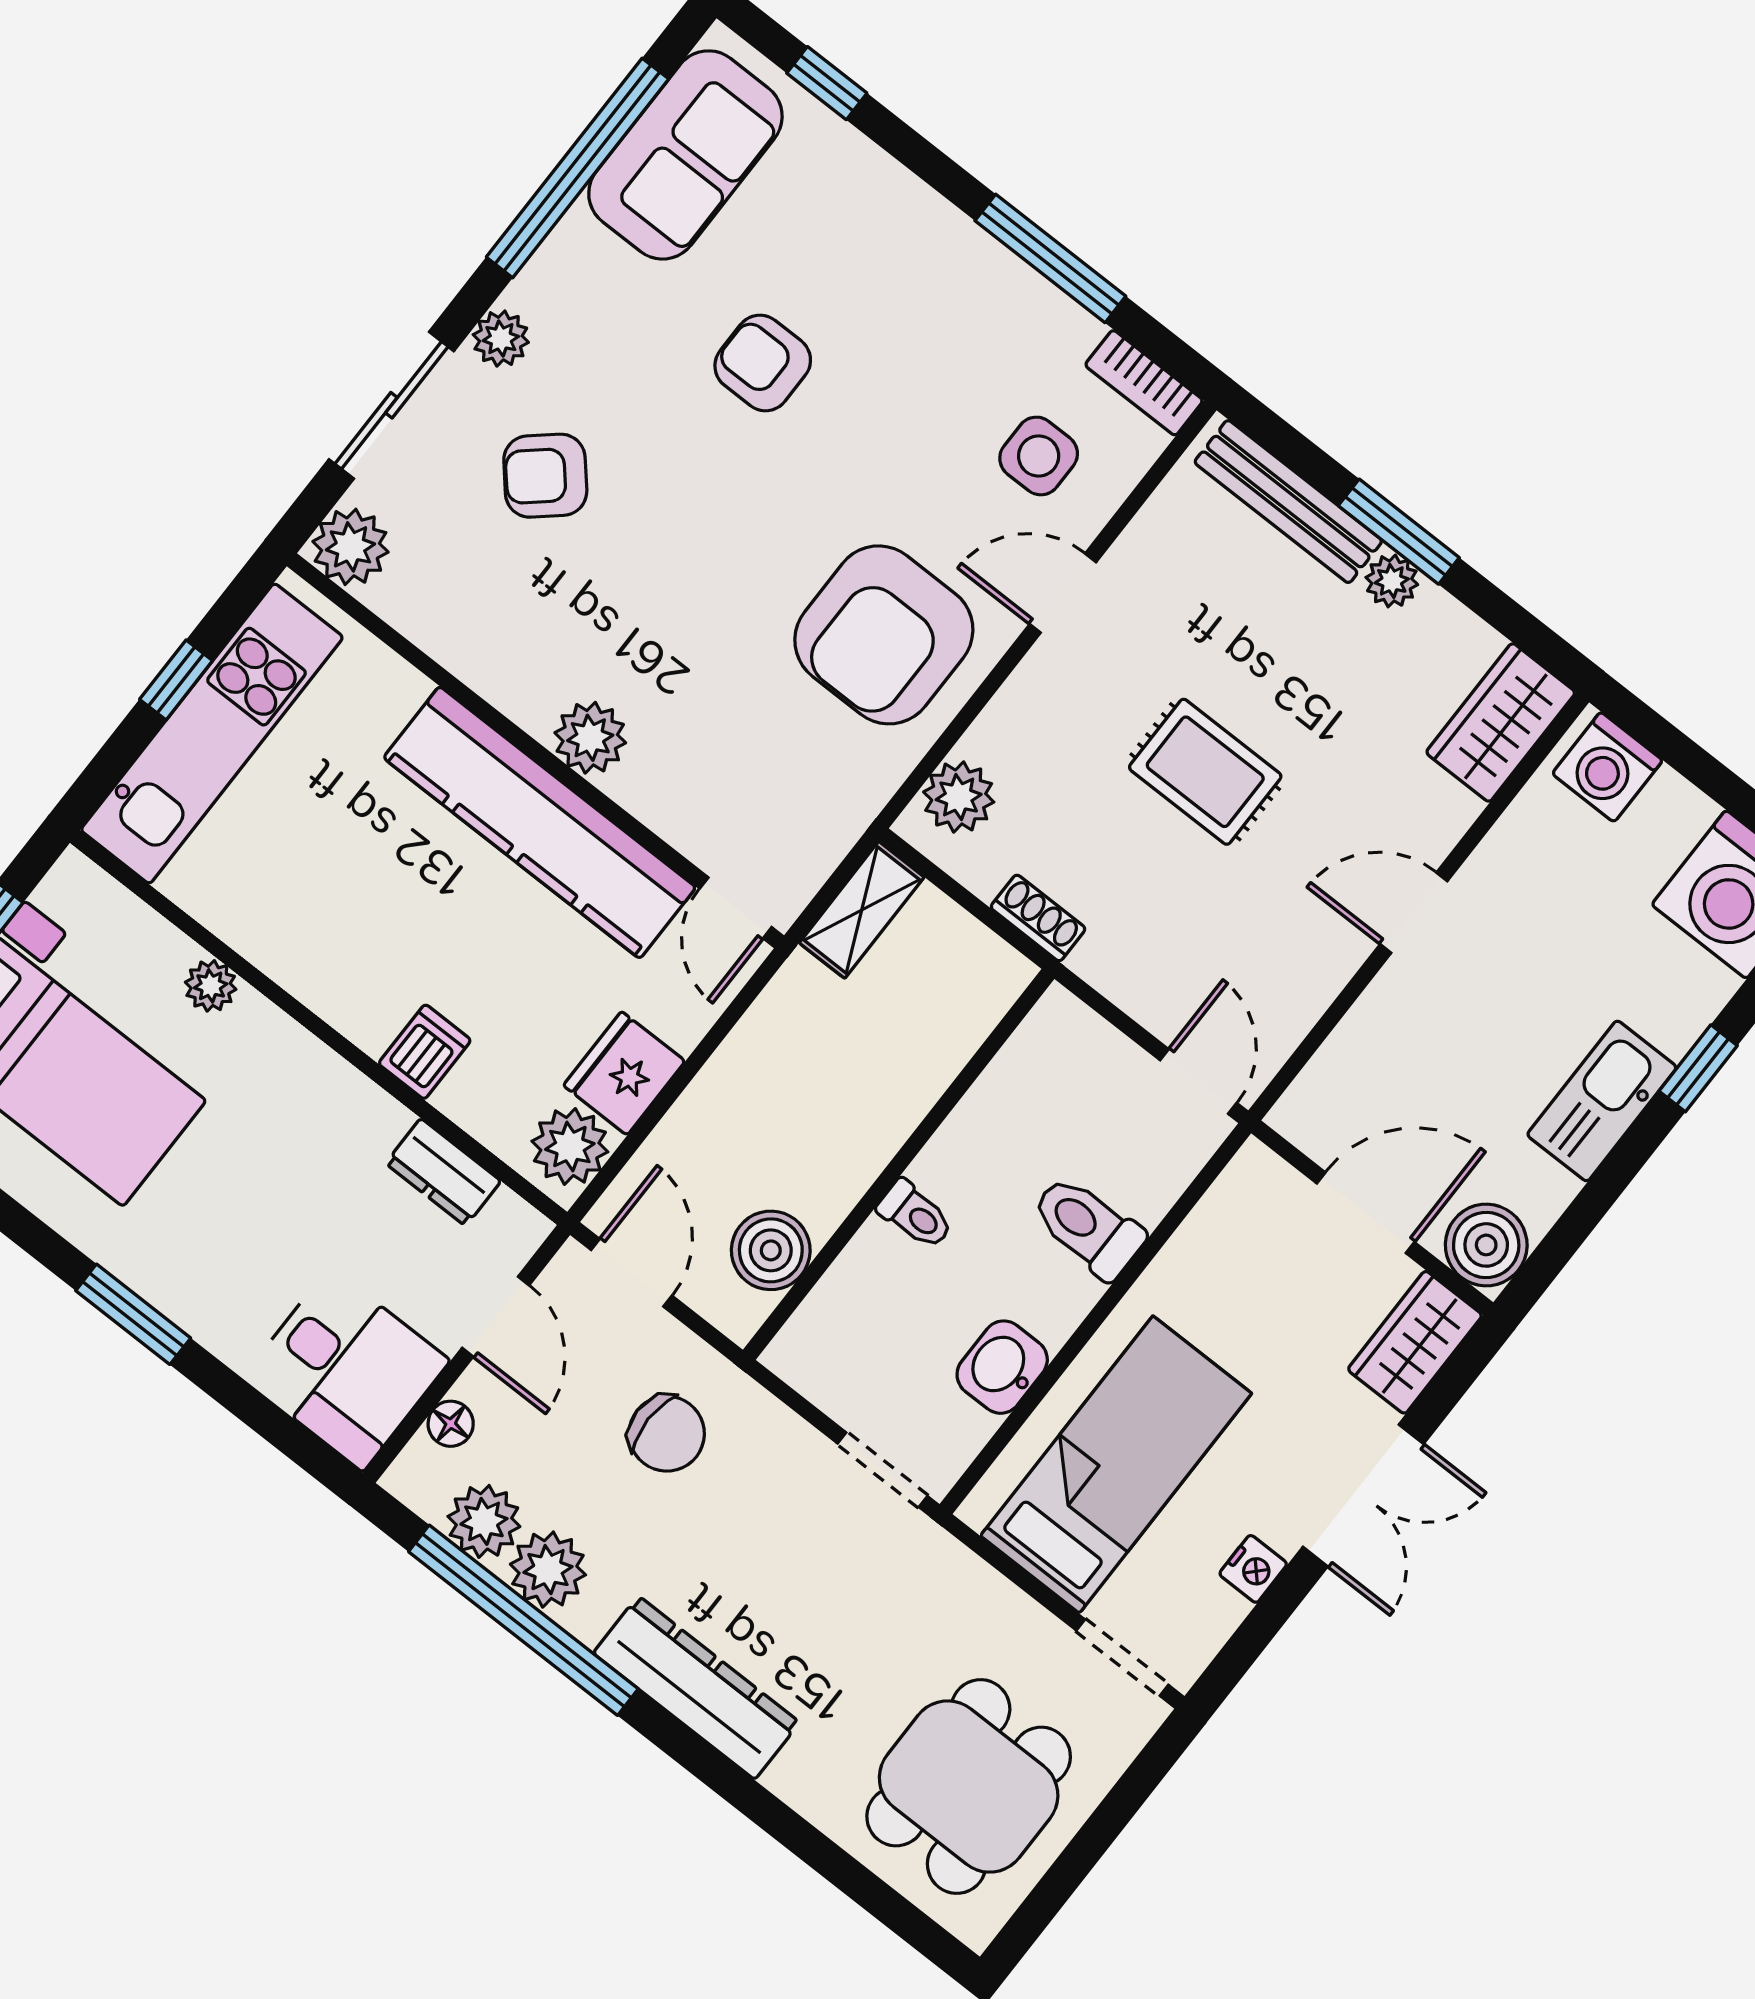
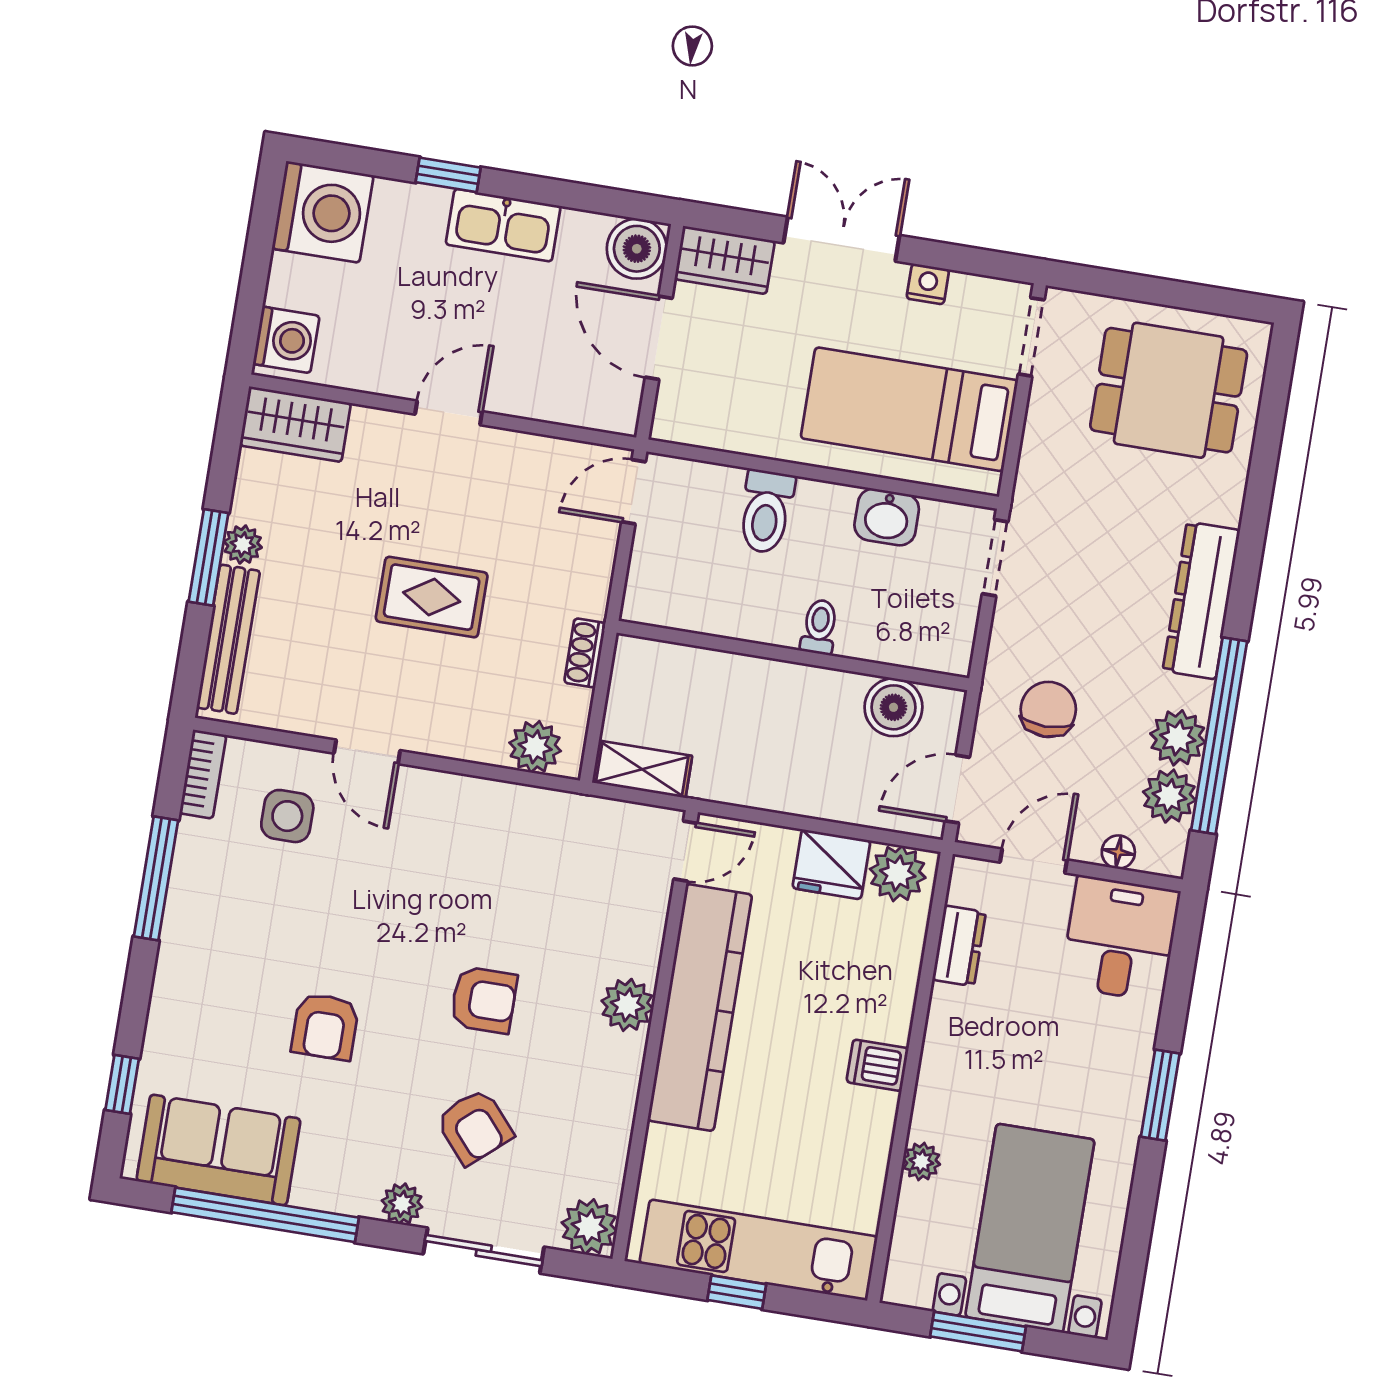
armchair: (884, 635) -> (484, 1000), moved, width x0.53, depth x0.53
rug: (1205, 772) -> (432, 597), turned 90
door: (1414, 913) -> (449, 413), swing flipped
dishwasher: (425, 1052) -> (877, 1065), moved

